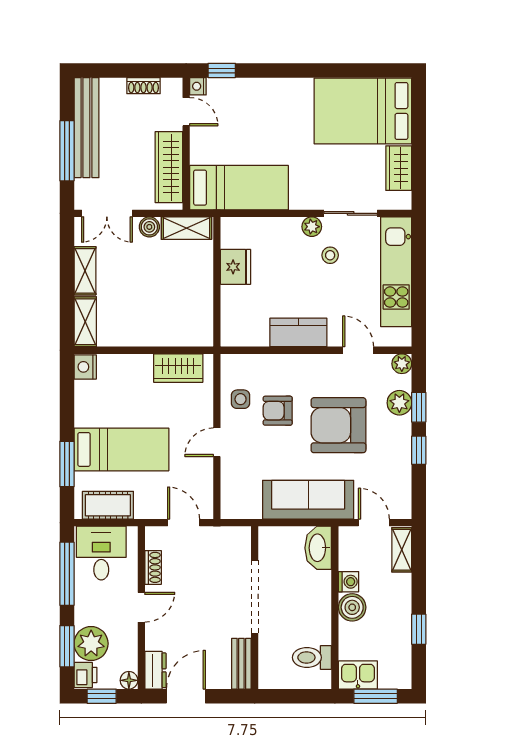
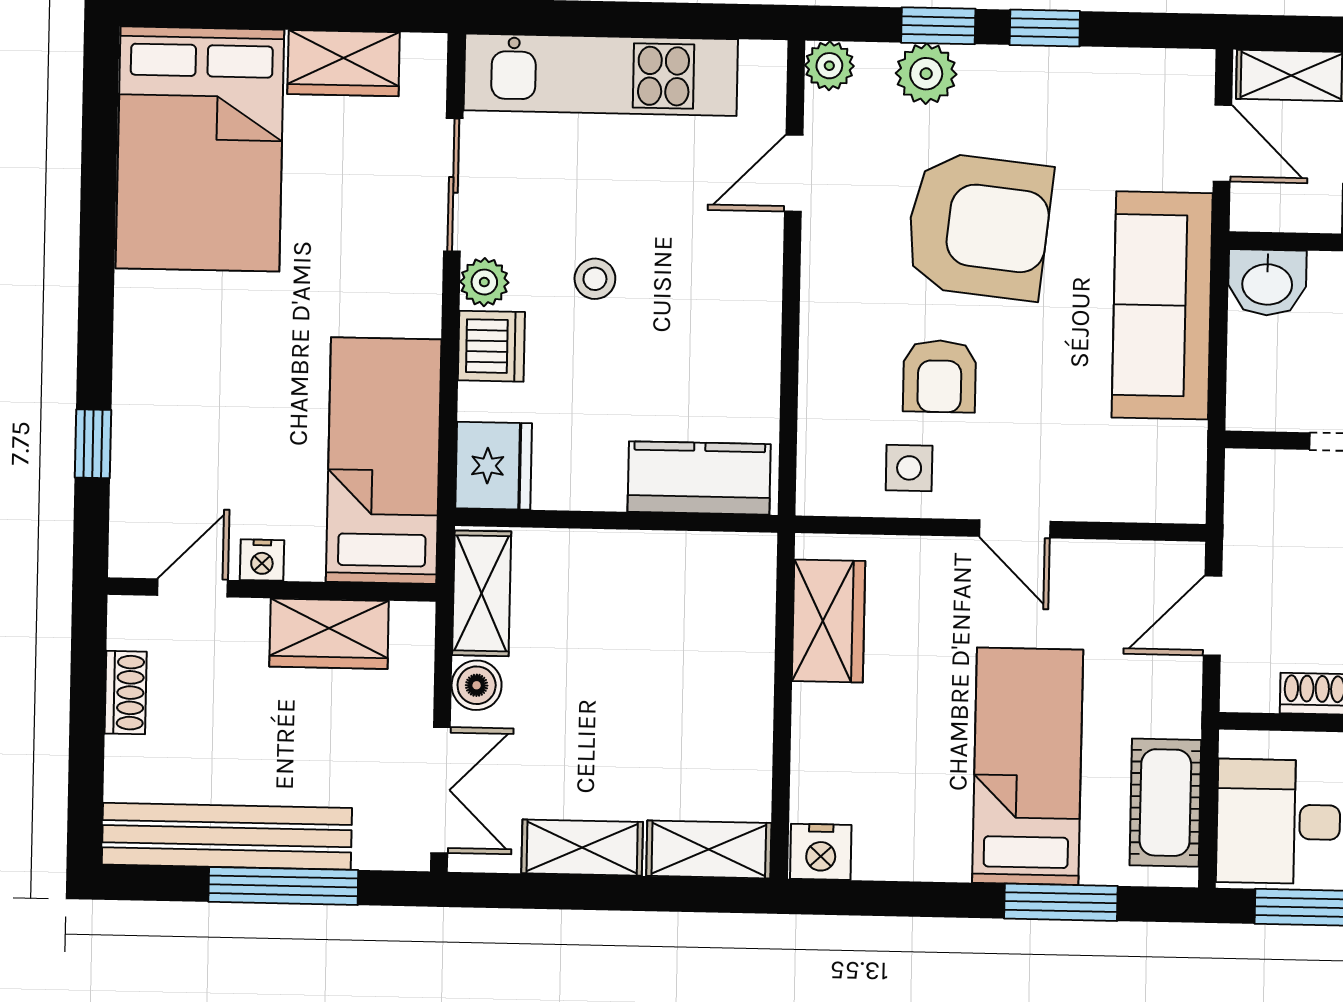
window: (222, 70) -> (93, 444), moved
nightstand: (198, 86) -> (262, 560), moved
wardrobe: (169, 167) -> (329, 634), width x0.67
dishwasher: (286, 230) -> (491, 346), added
stool: (330, 255) -> (595, 279), moved
fridge: (235, 267) -> (494, 466), moved, turned 90
kitchen counter: (298, 332) -> (699, 478), moved, turned 90
armchair: (338, 425) -> (979, 226), turned -84
door: (374, 523) -> (1222, 143), swing flipped
washbasin: (318, 548) -> (1267, 283), width x0.72

